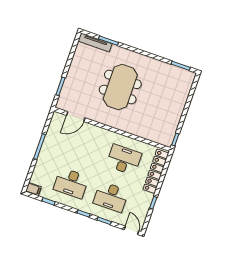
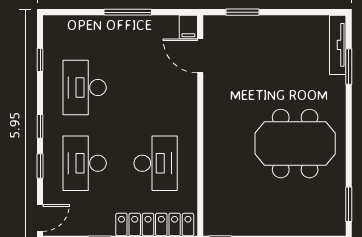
meeting table: (120, 87) -> (295, 144), moved
filing cabinet: (33, 189) -> (188, 27), moved

